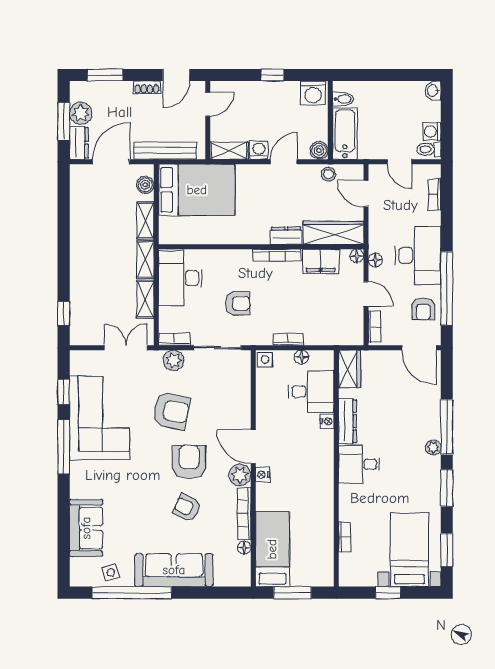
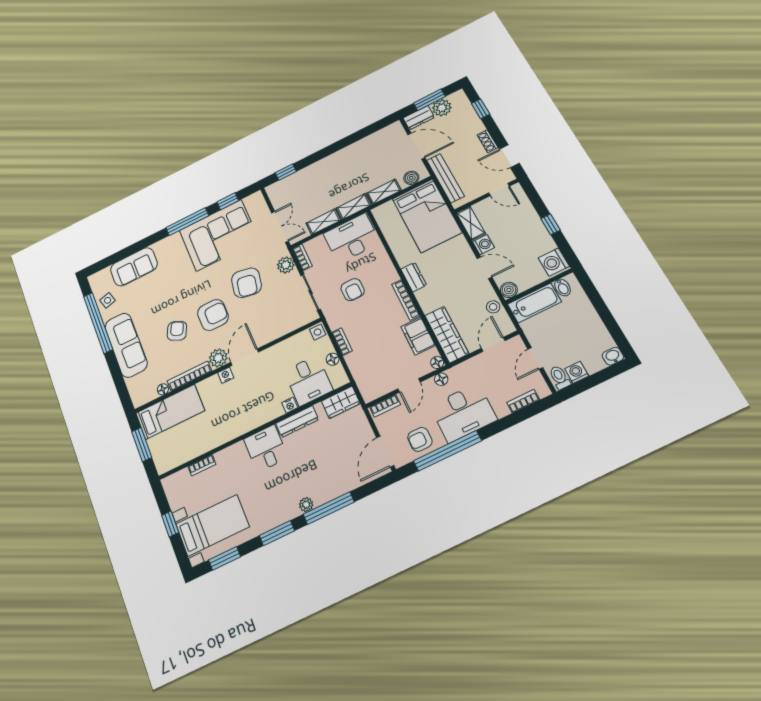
window: (105, 75) -> (481, 109), width x0.67
dresser: (286, 236) -> (414, 277), moved

